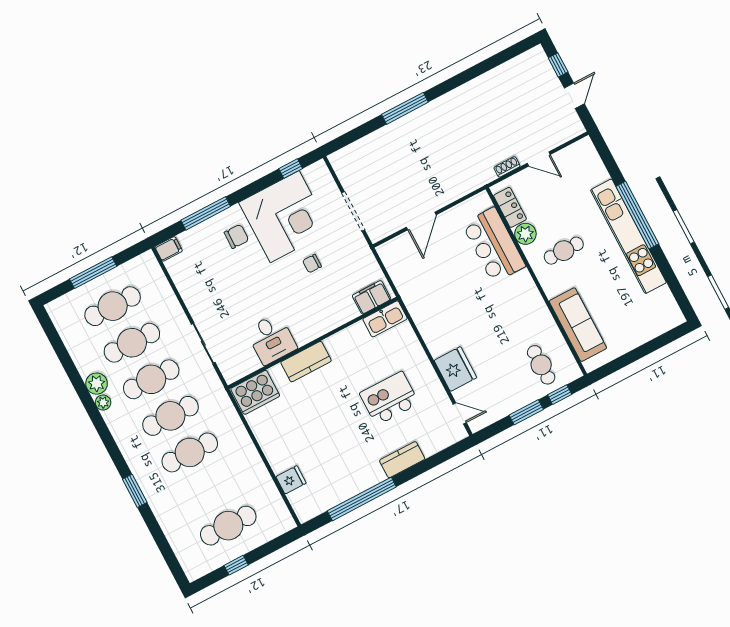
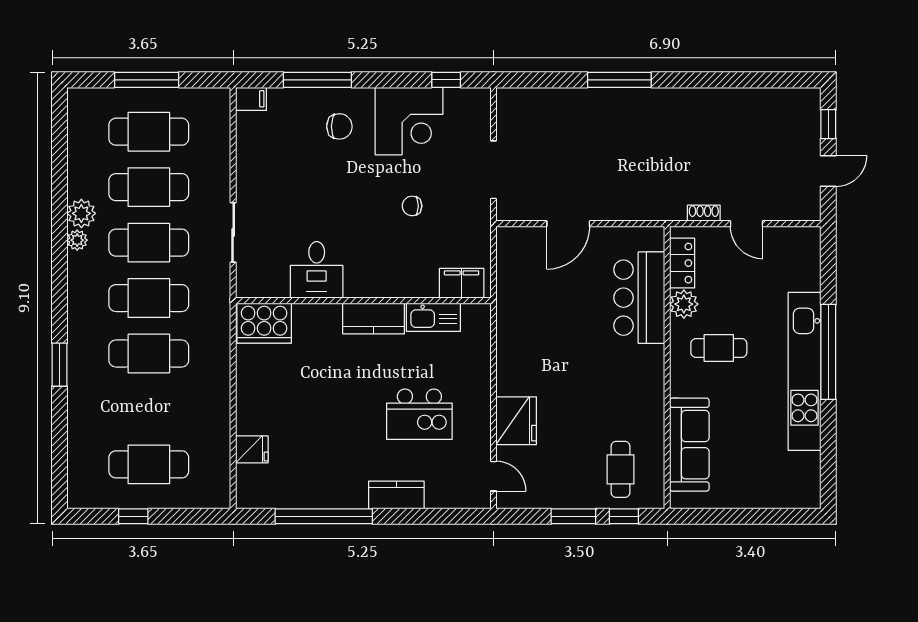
corner desk: (285, 217) -> (409, 121), width x0.74, depth x0.74
kitchen sink: (385, 319) -> (433, 317), moved
kitchen counter: (306, 362) -> (374, 318), moved
kitchen island: (389, 398) -> (419, 414), turned 180

